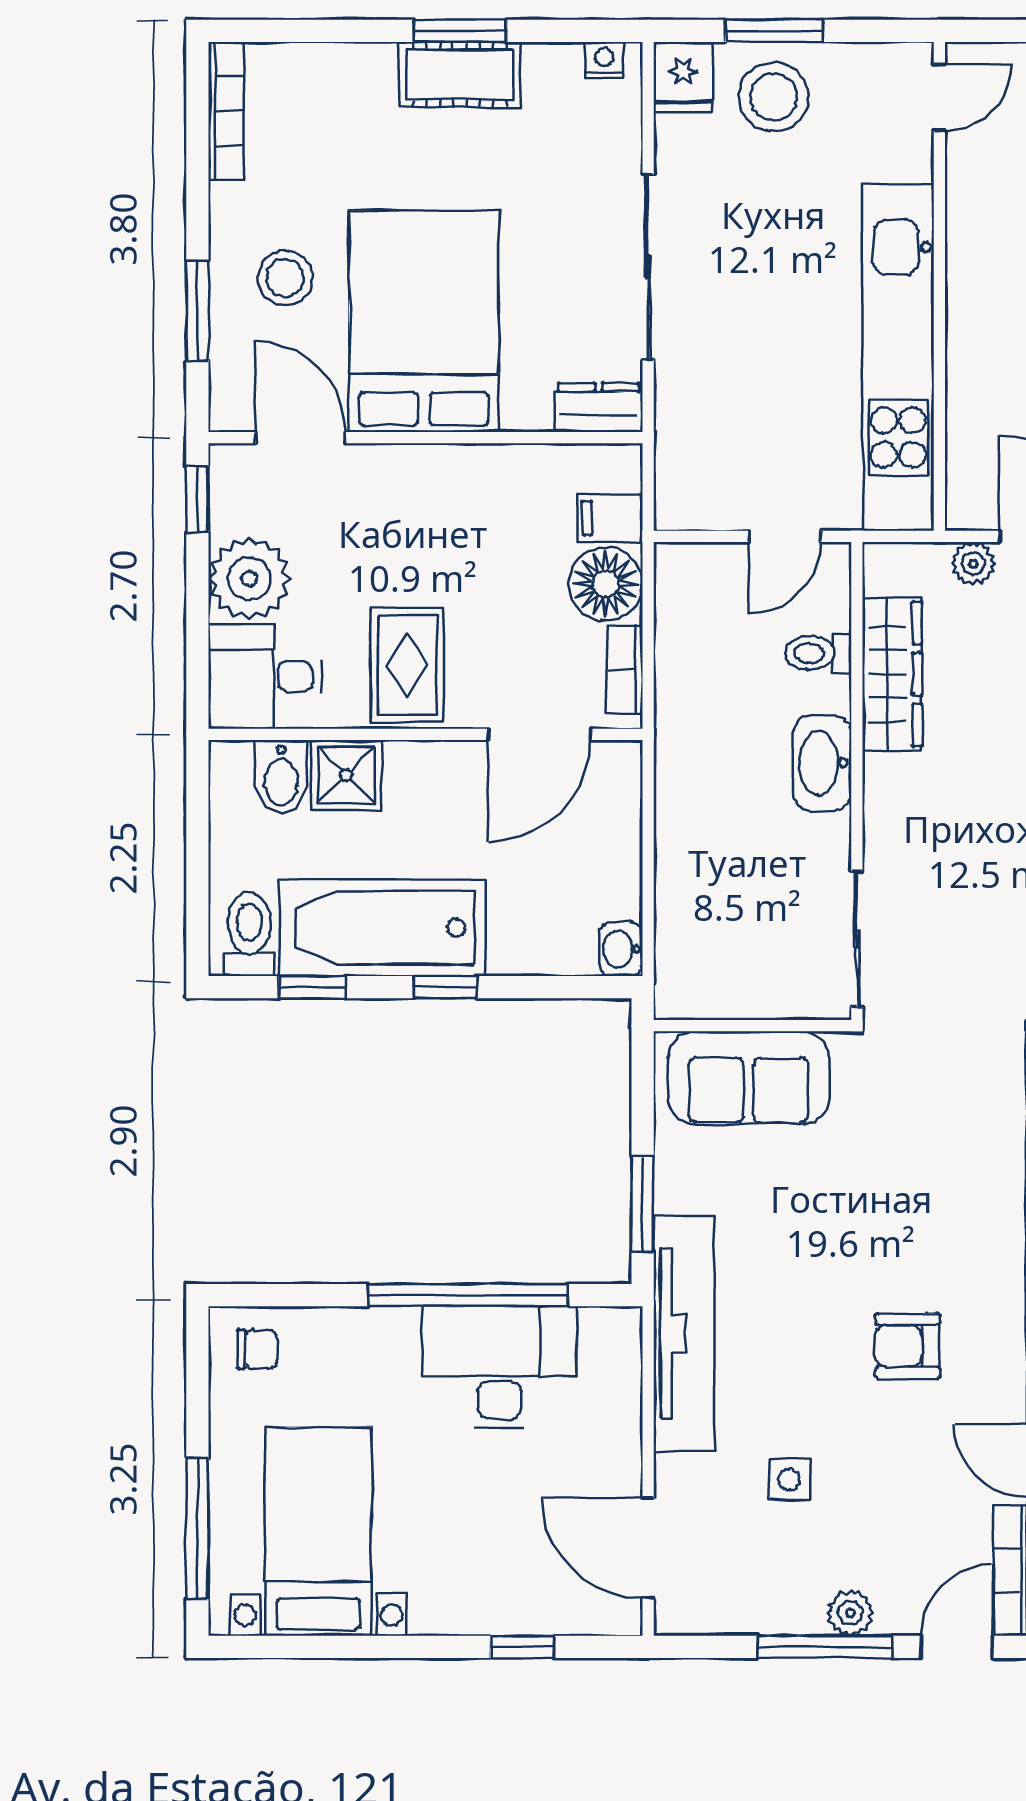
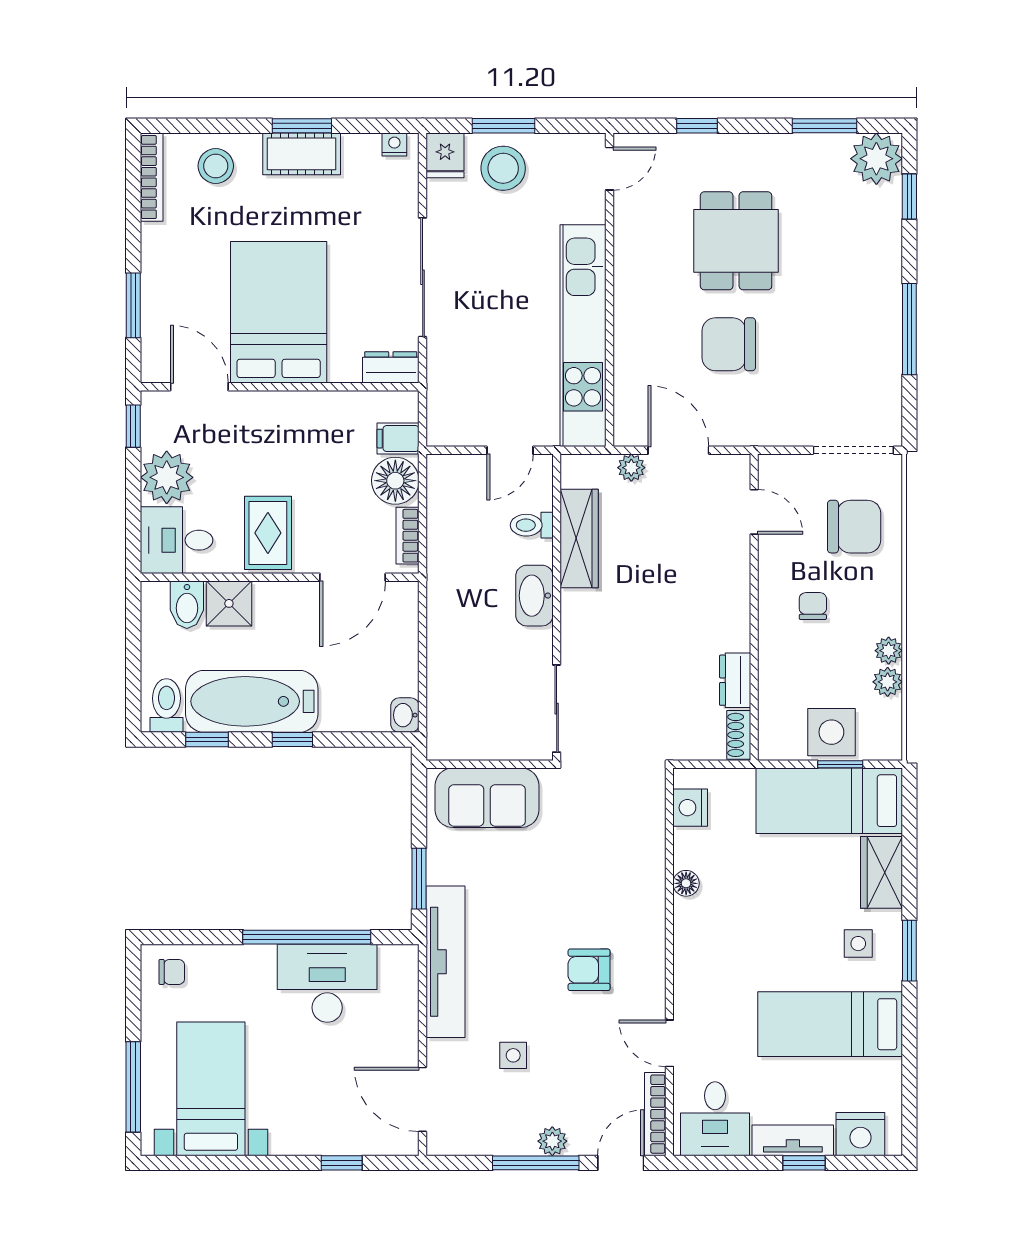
stool: (285, 278) -> (216, 166), moved

